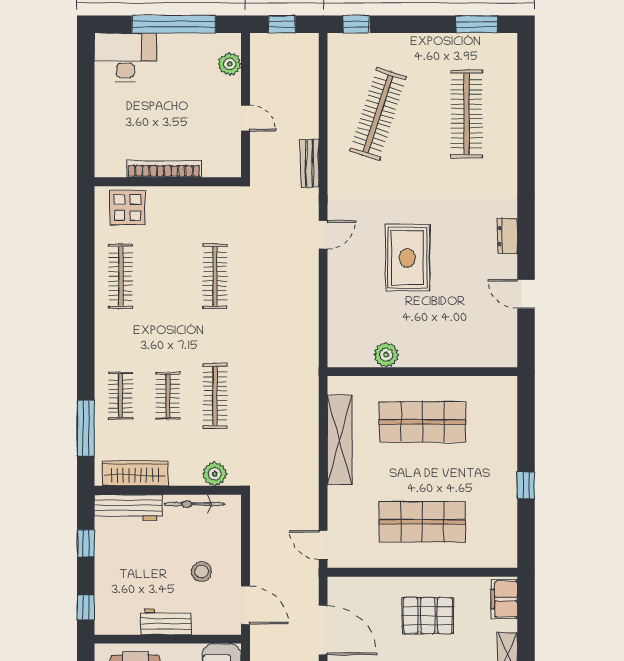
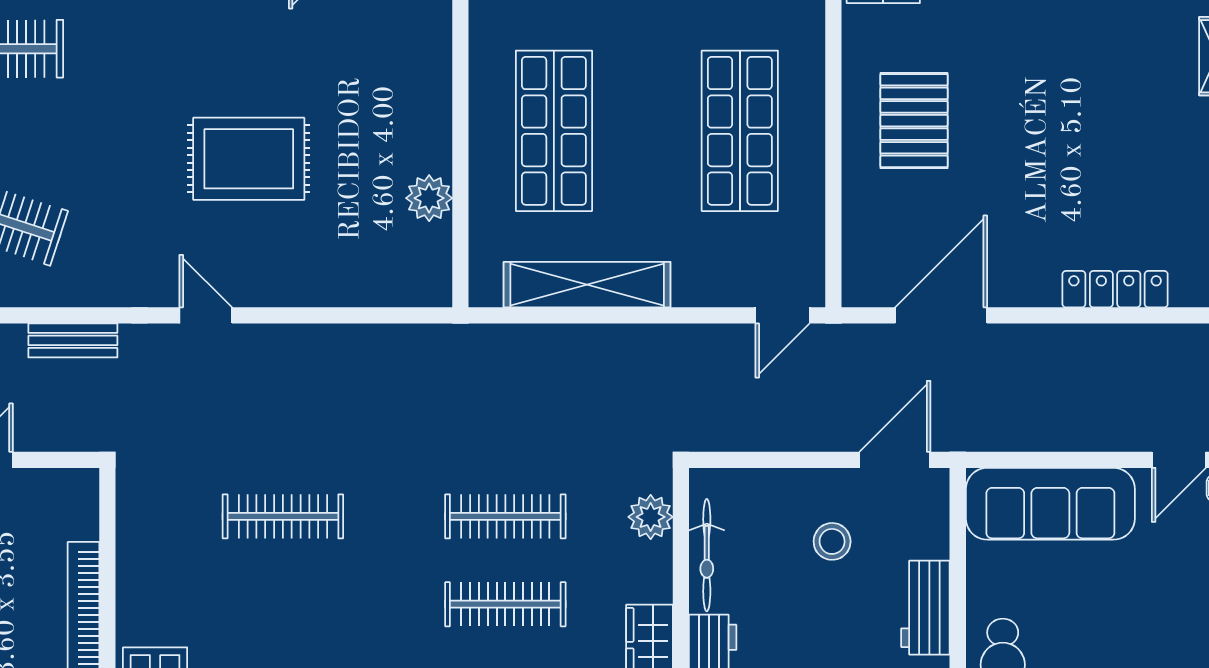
clothes rail: (168, 396) -> (505, 604), width x1.36

